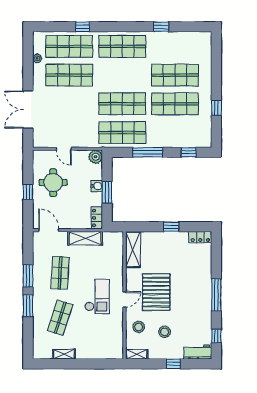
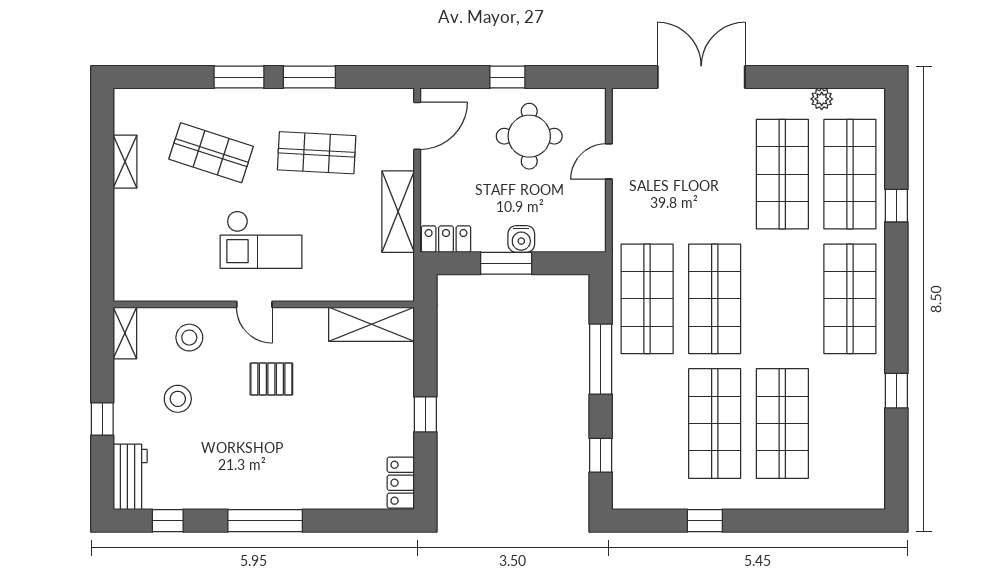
plant: (96, 157) -> (590, 236), removed
pallet: (156, 292) -> (271, 379), width x0.49, depth x0.50

